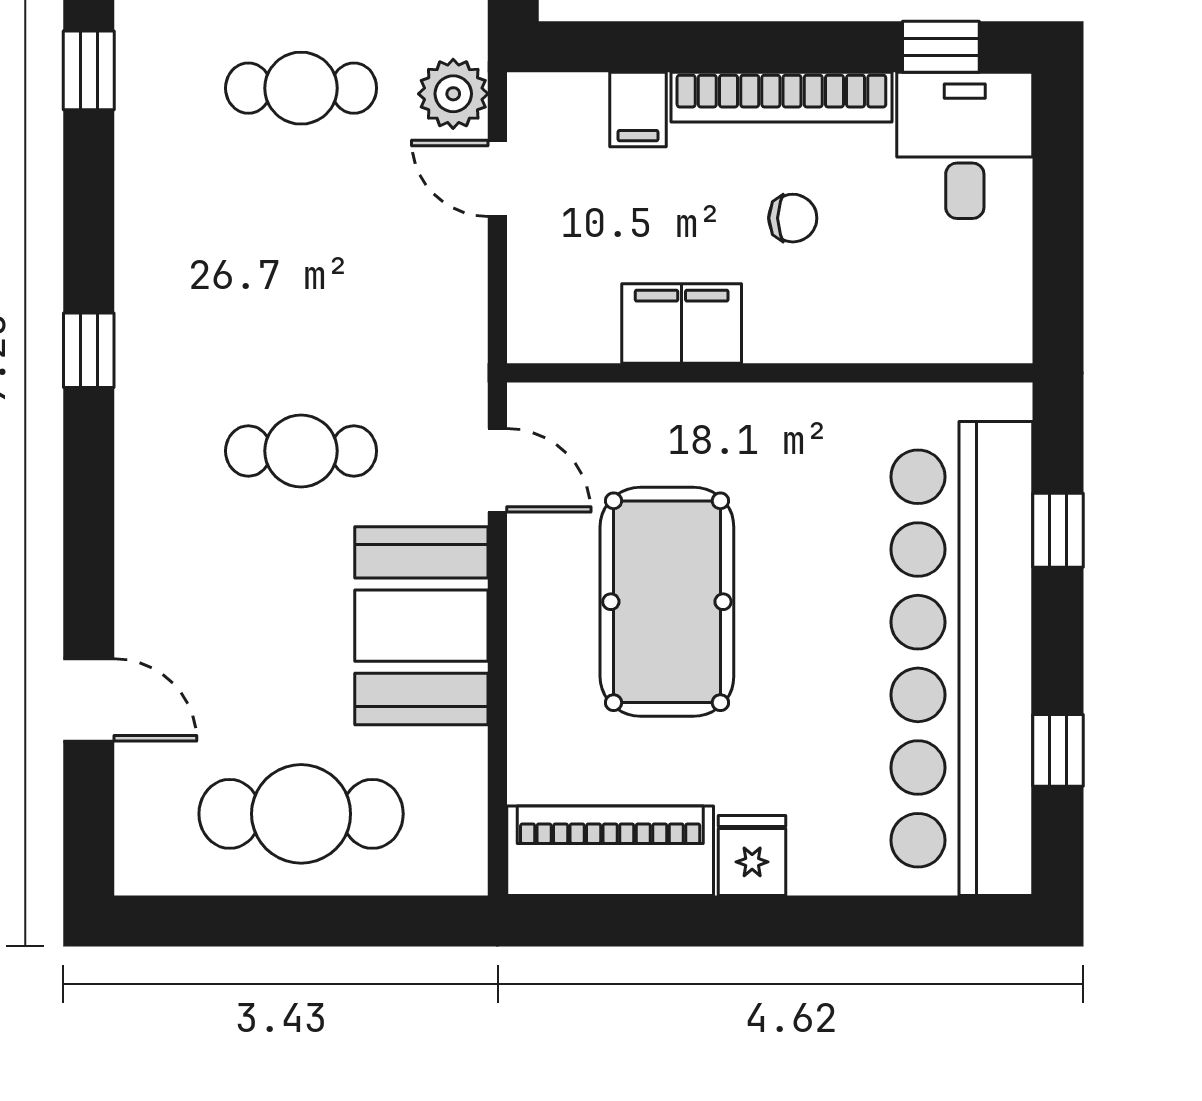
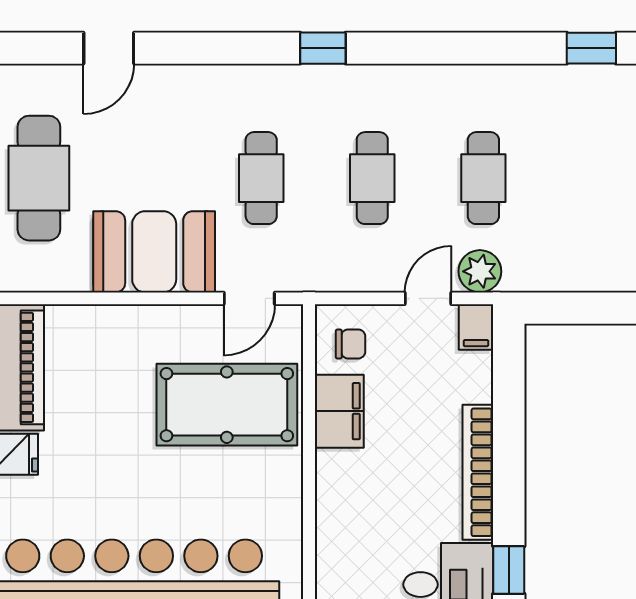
window: (89, 70) -> (494, 48), removed
filing cabinet: (638, 109) -> (476, 327), moved, turned -90
chair: (793, 218) -> (350, 344), moved, turned -90
cafe table: (301, 270) -> (372, 178), added
pool table: (667, 602) -> (227, 405), moved

